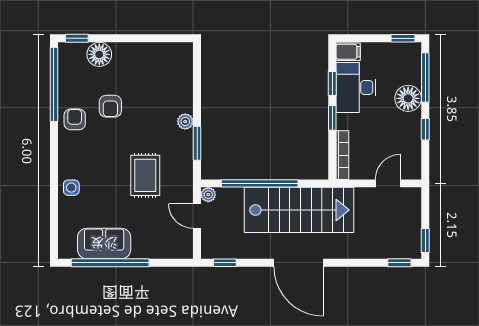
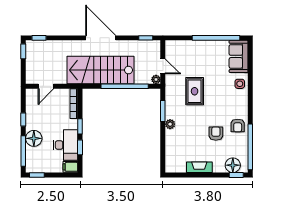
fireplace: (137, 51) -> (199, 167), added
floor lamp: (99, 54) -> (233, 165), moved
sofa: (104, 243) -> (239, 56), moved, turned 90

